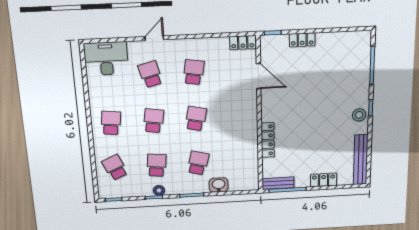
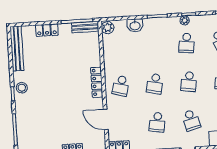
locker: (268, 140) -> (97, 82), moved
school desk: (198, 163) -> (121, 86), moved
plant: (251, 183) -> (108, 28), added

